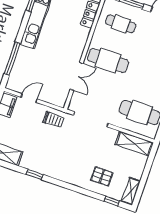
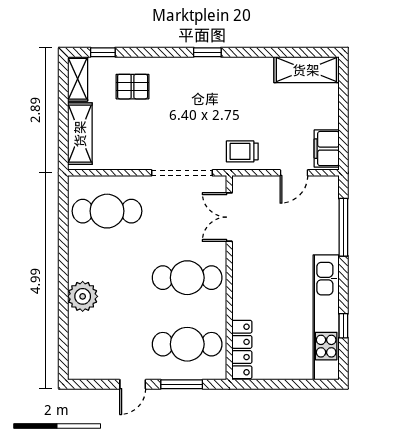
cafe table: (121, 24) -> (187, 344), width x1.37, depth x1.35
double door: (77, 76) -> (229, 217), moved
shelving: (134, 144) -> (80, 134), moved, turned 90
window: (35, 174) -> (207, 52), moved

